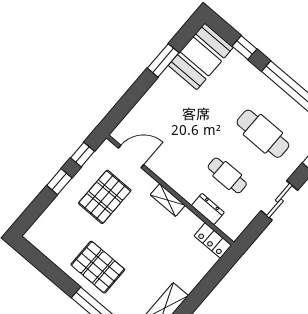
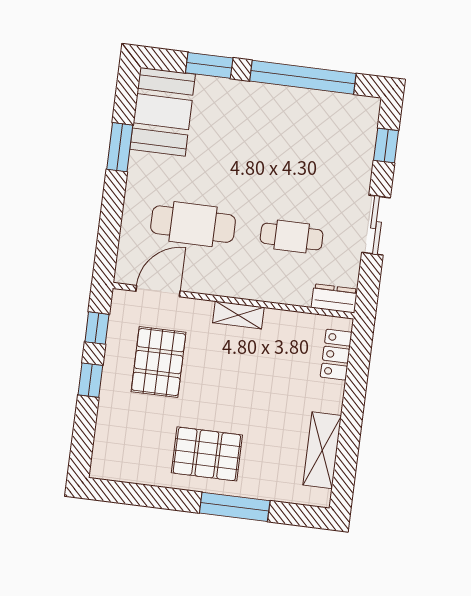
window: (244, 48) -> (209, 65), width x1.50
cafe table: (263, 134) -> (193, 224), moved
dresser: (208, 209) -> (334, 298), moved
locker: (213, 241) -> (336, 355), moved, turned 90

